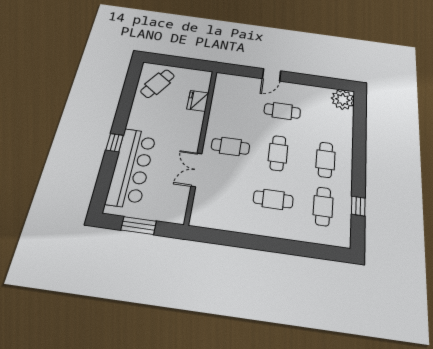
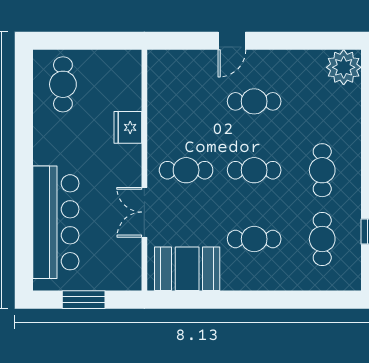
cafe table: (158, 84) -> (63, 84), turned -35
fridge: (198, 101) -> (128, 127), moved
window: (115, 143) -> (24, 189), removed
cafe table: (278, 153) -> (254, 170), turned 90
booth: (221, 214) -> (187, 269), added

